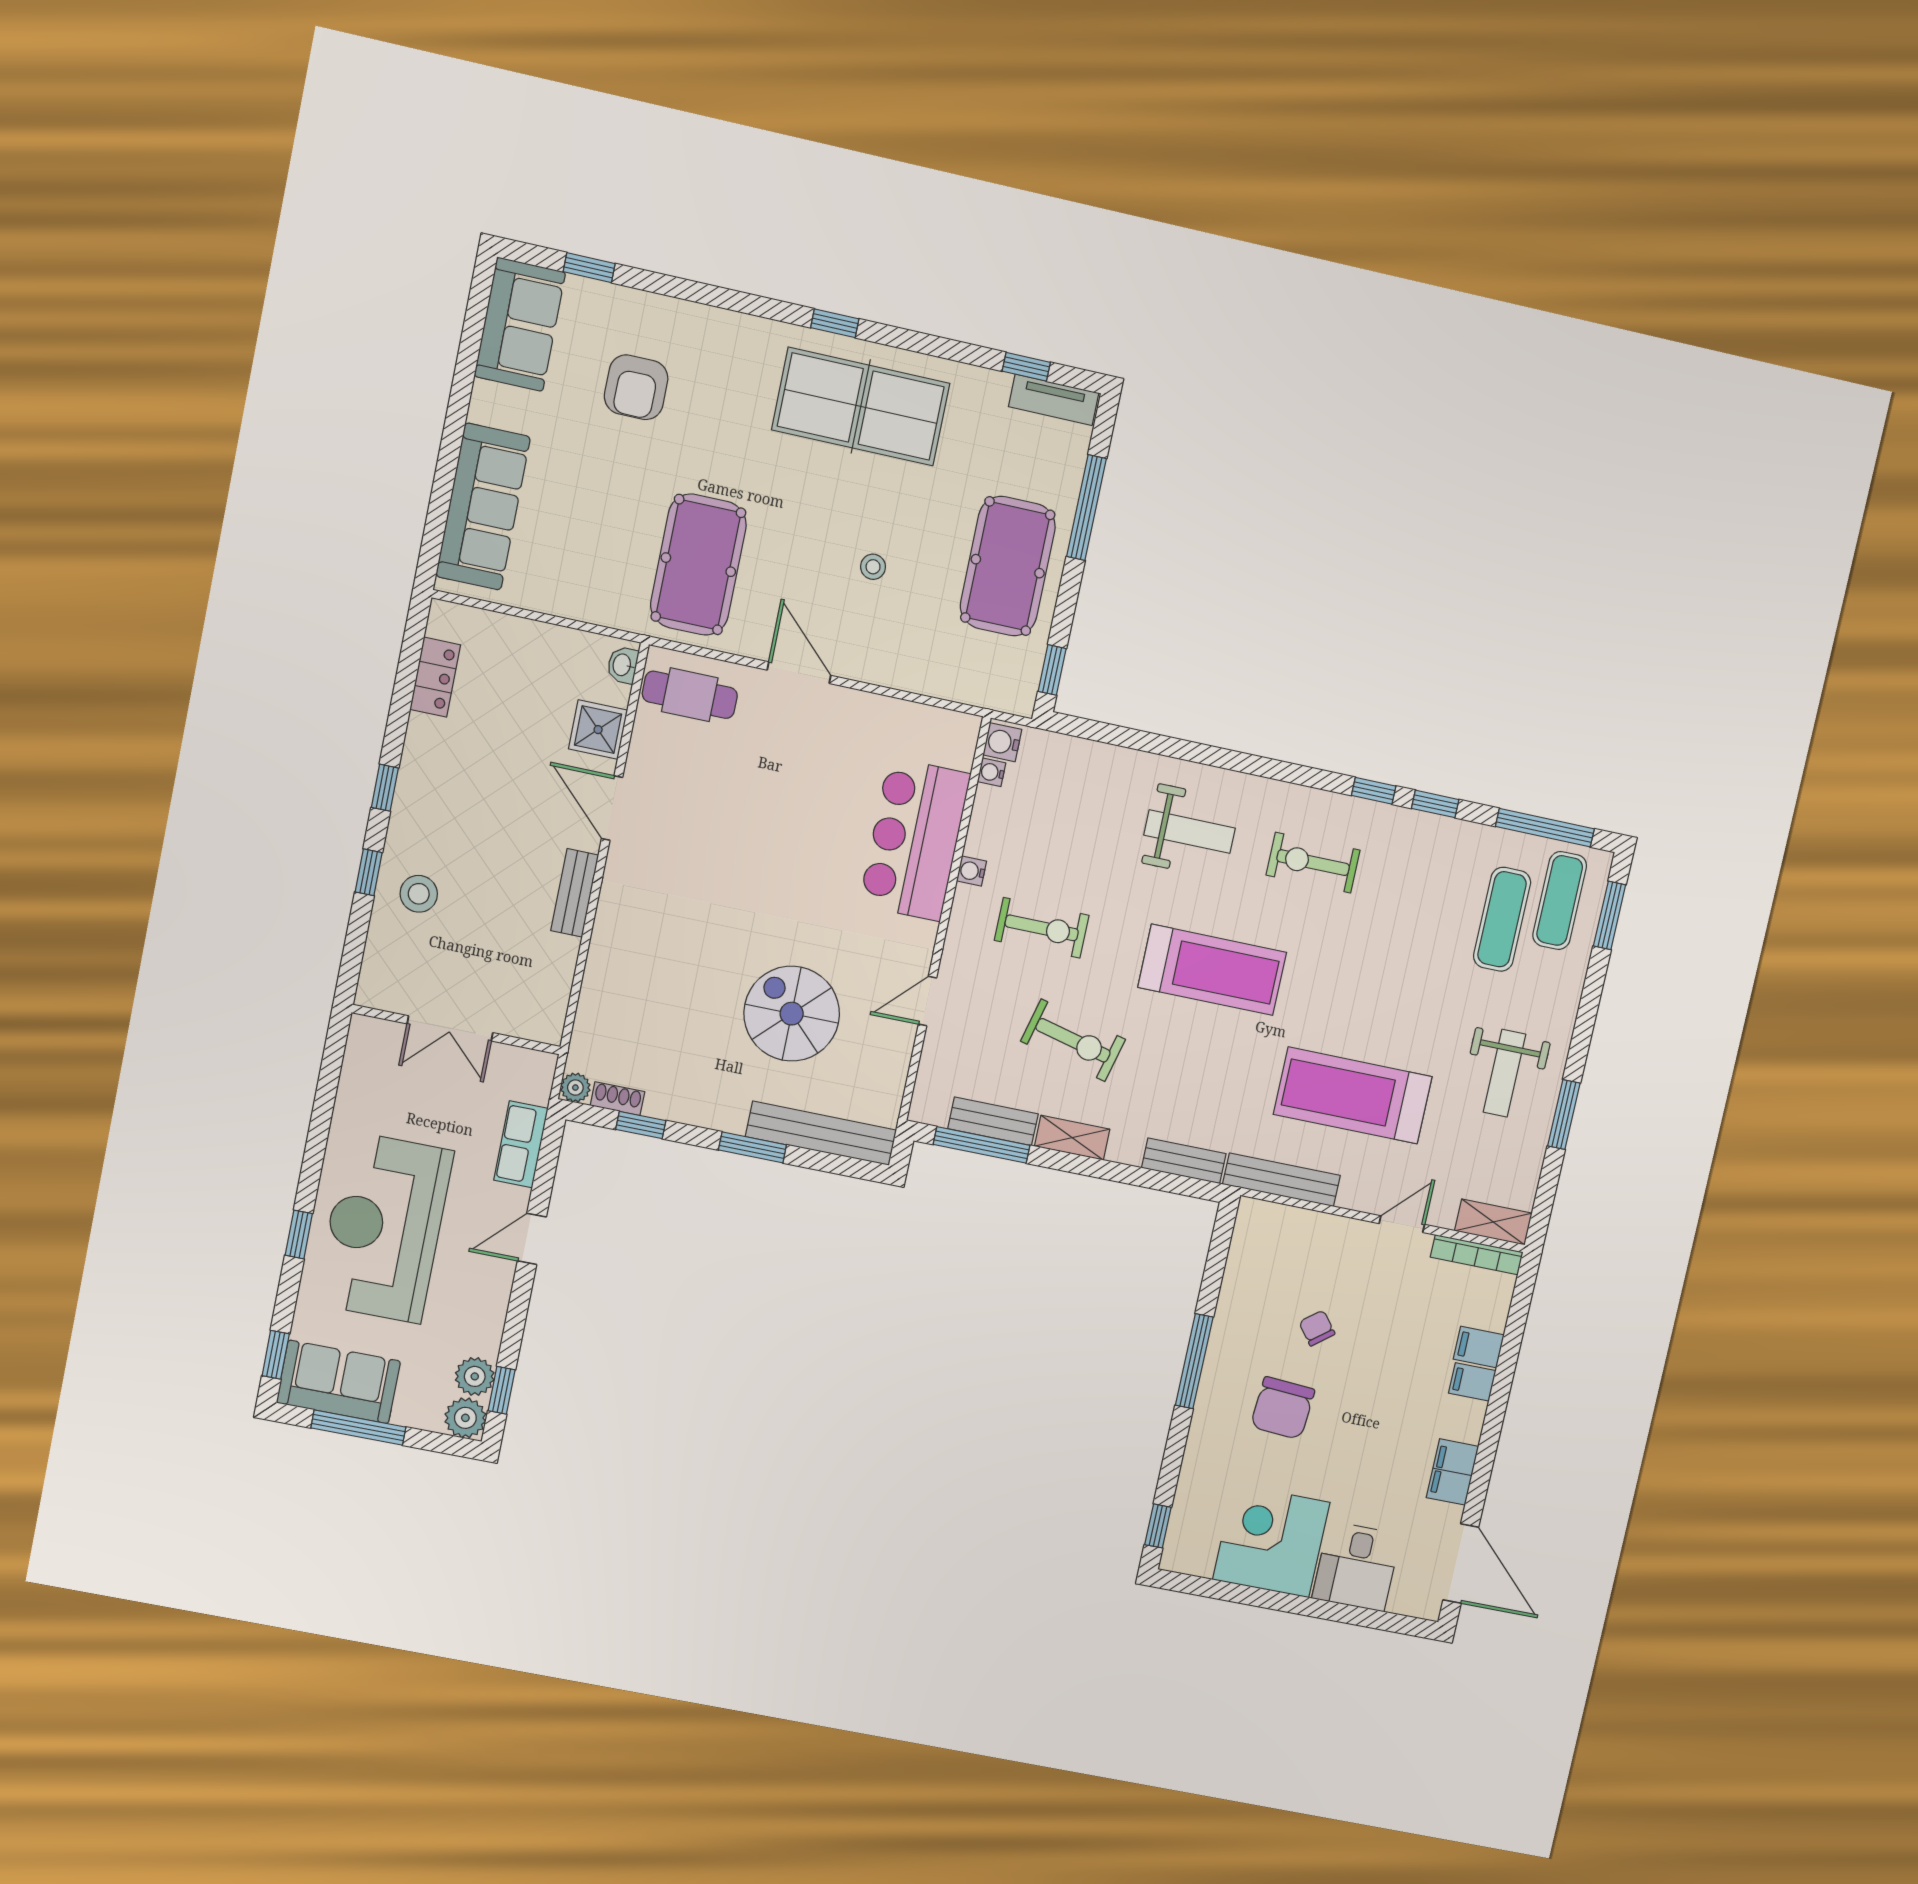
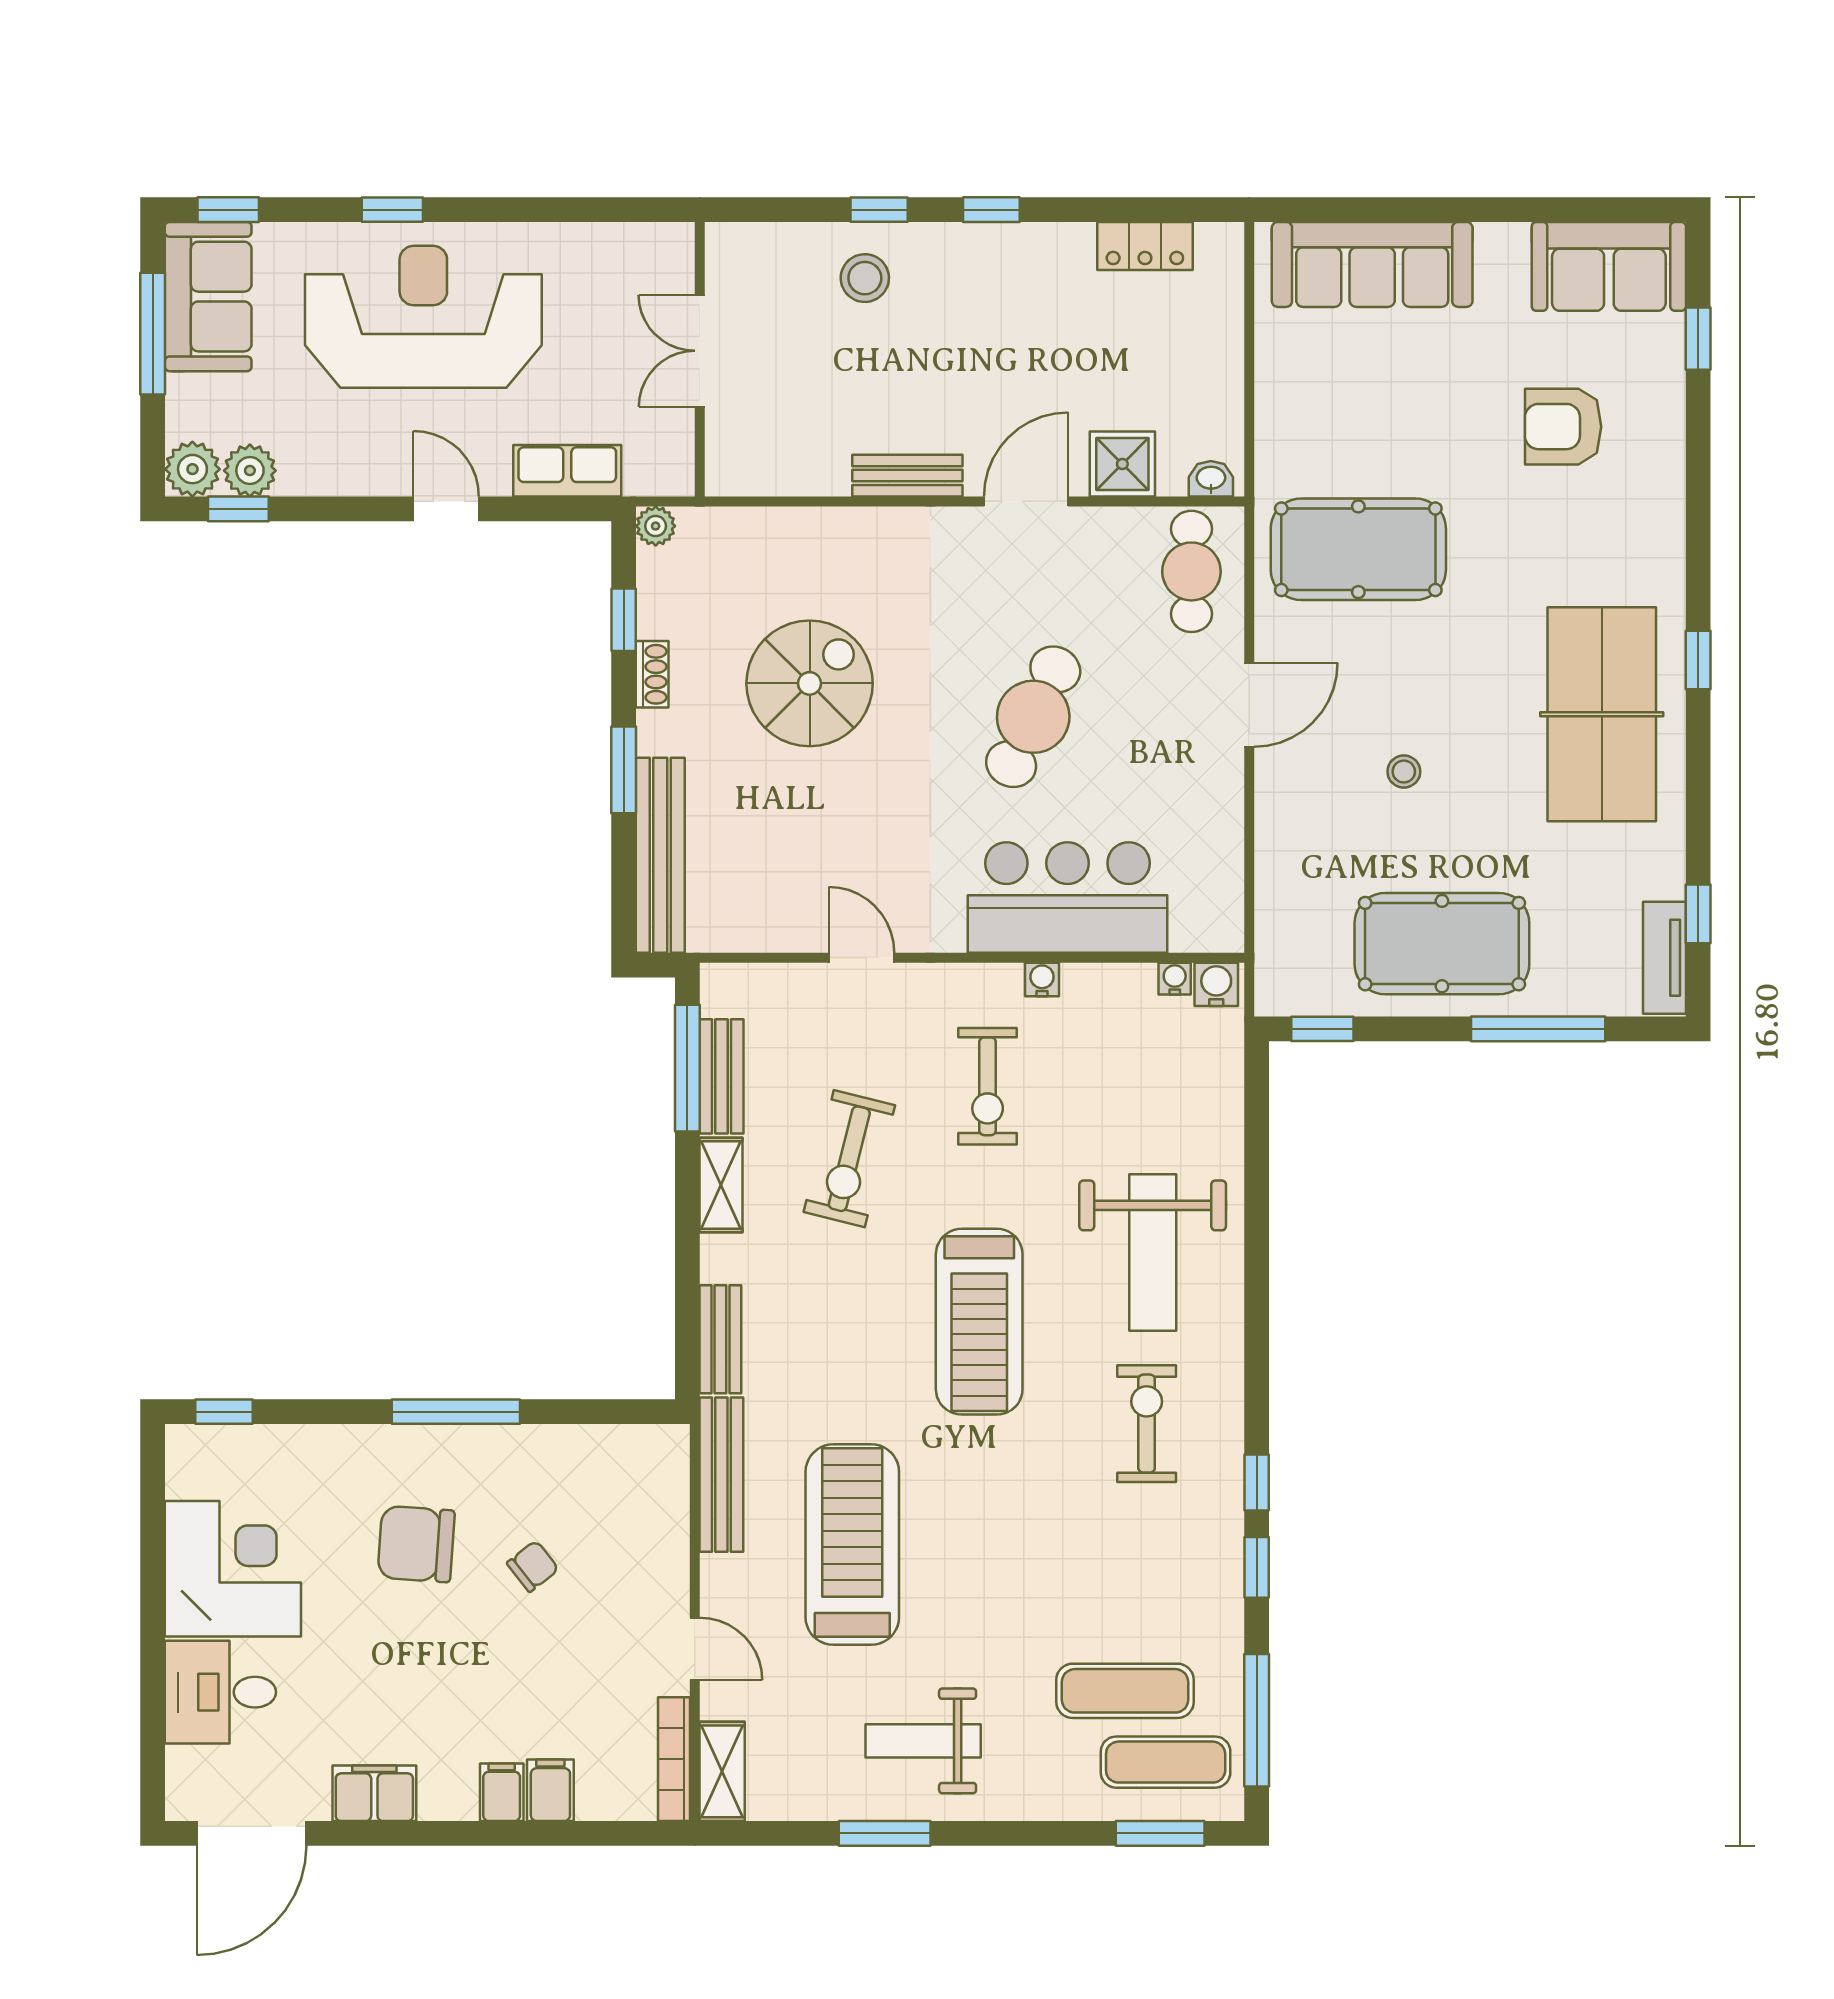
weight bench: (1190, 832) -> (1153, 1252), width x1.36, depth x1.33
cafe table: (775, 837) -> (1033, 717), added
spiral stairs: (792, 1014) -> (810, 683), moved
shoe rack: (617, 1099) -> (652, 674), moved

